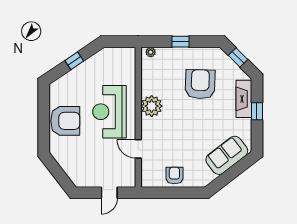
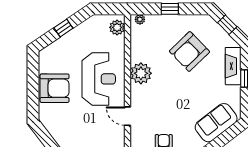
plant: (128, 60) -> (117, 27), added
armchair: (200, 84) -> (189, 51), turned -136
reception desk: (109, 112) -> (99, 79), turned 180

